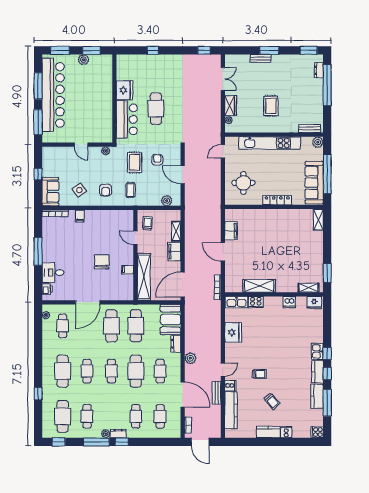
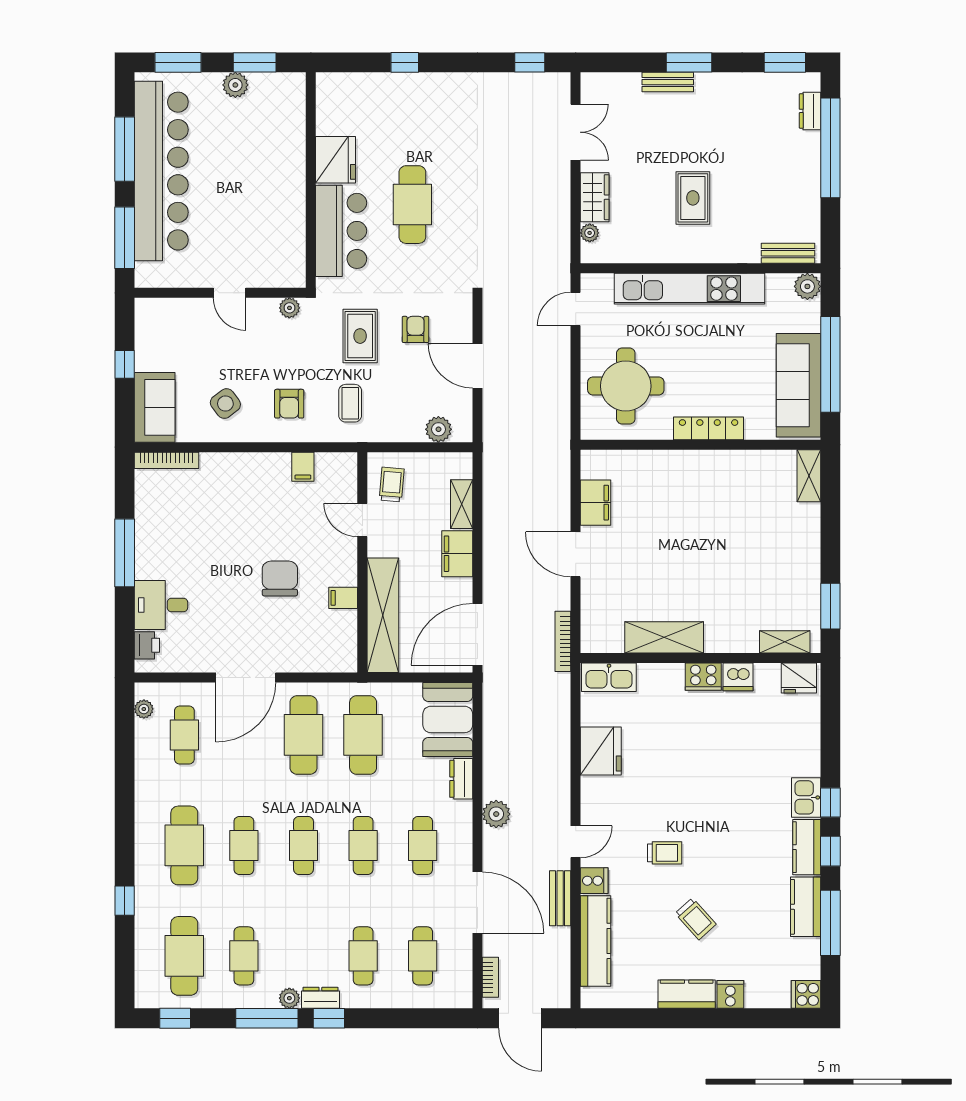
round table: (243, 183) -> (626, 386), width x1.36, depth x1.36
filing cabinet: (80, 216) -> (303, 467), moved
cooker: (256, 302) -> (703, 677), moved
cafe table: (136, 371) -> (363, 845), width x0.73, depth x0.74

